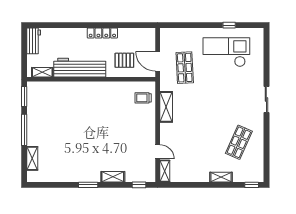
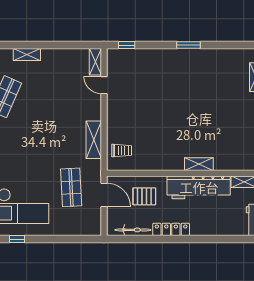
bicycle: (134, 33) -> (133, 230), added
shelving: (113, 177) -> (199, 164), moved

